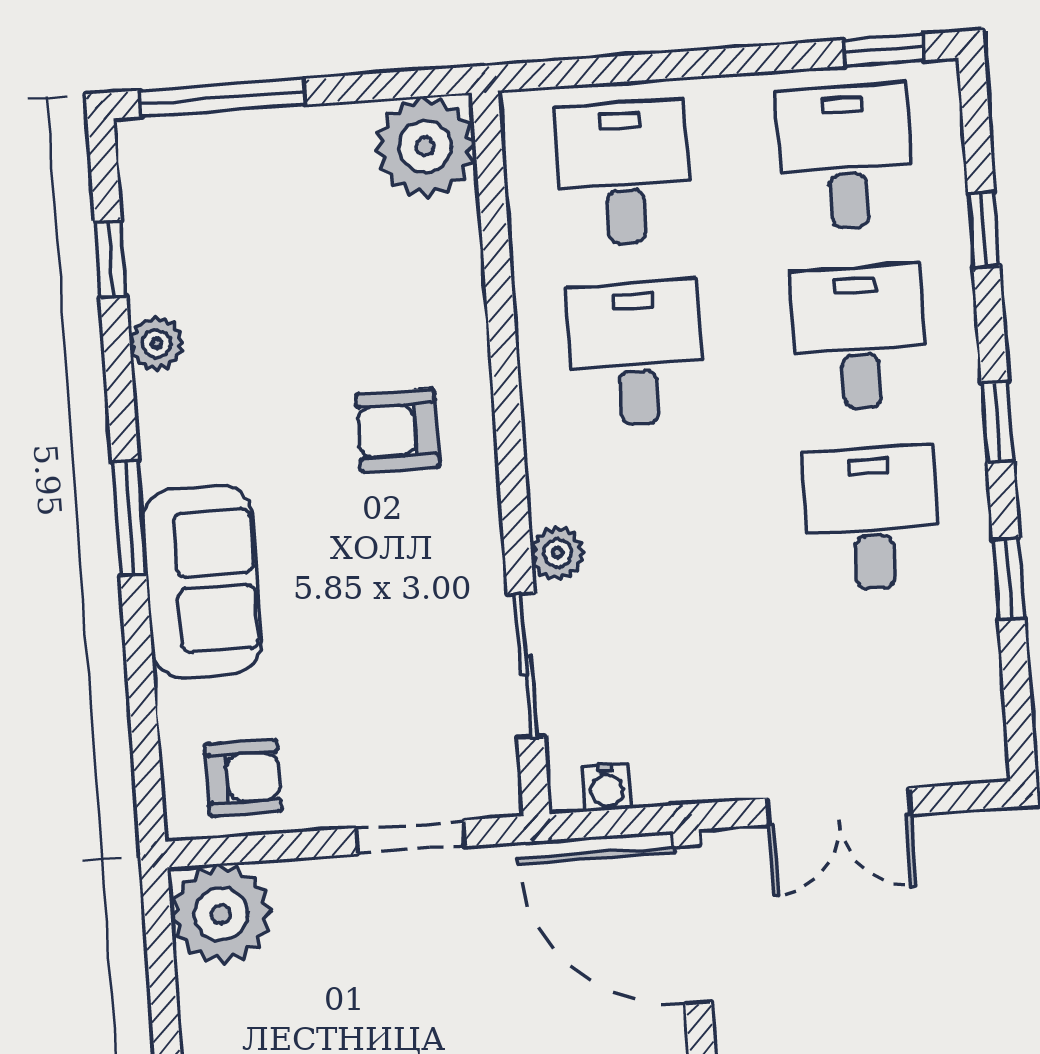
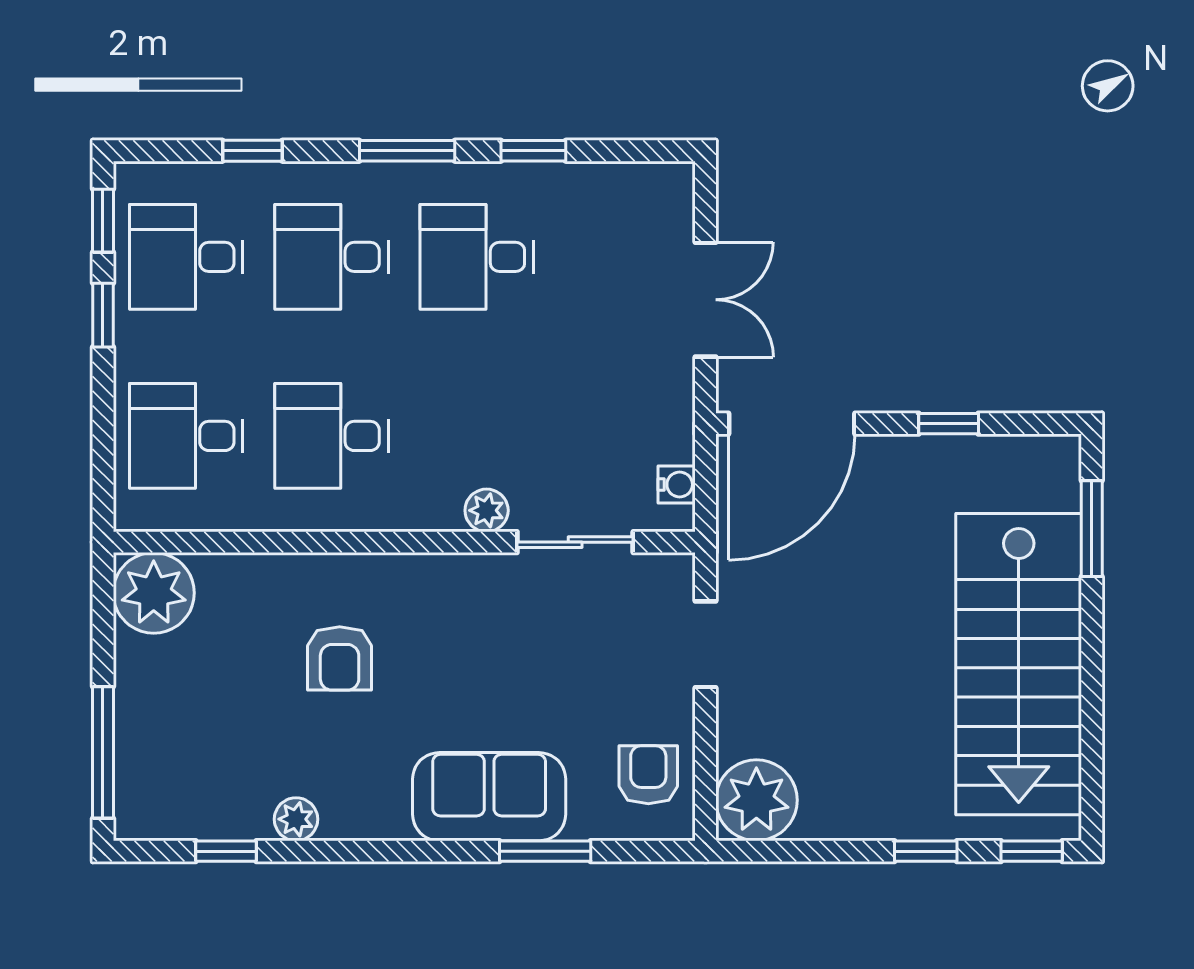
window: (766, 59) -> (103, 315), added
window: (998, 422) -> (407, 151), width x1.50
armchair: (398, 431) -> (340, 658), moved
window: (129, 518) -> (545, 851), moved

